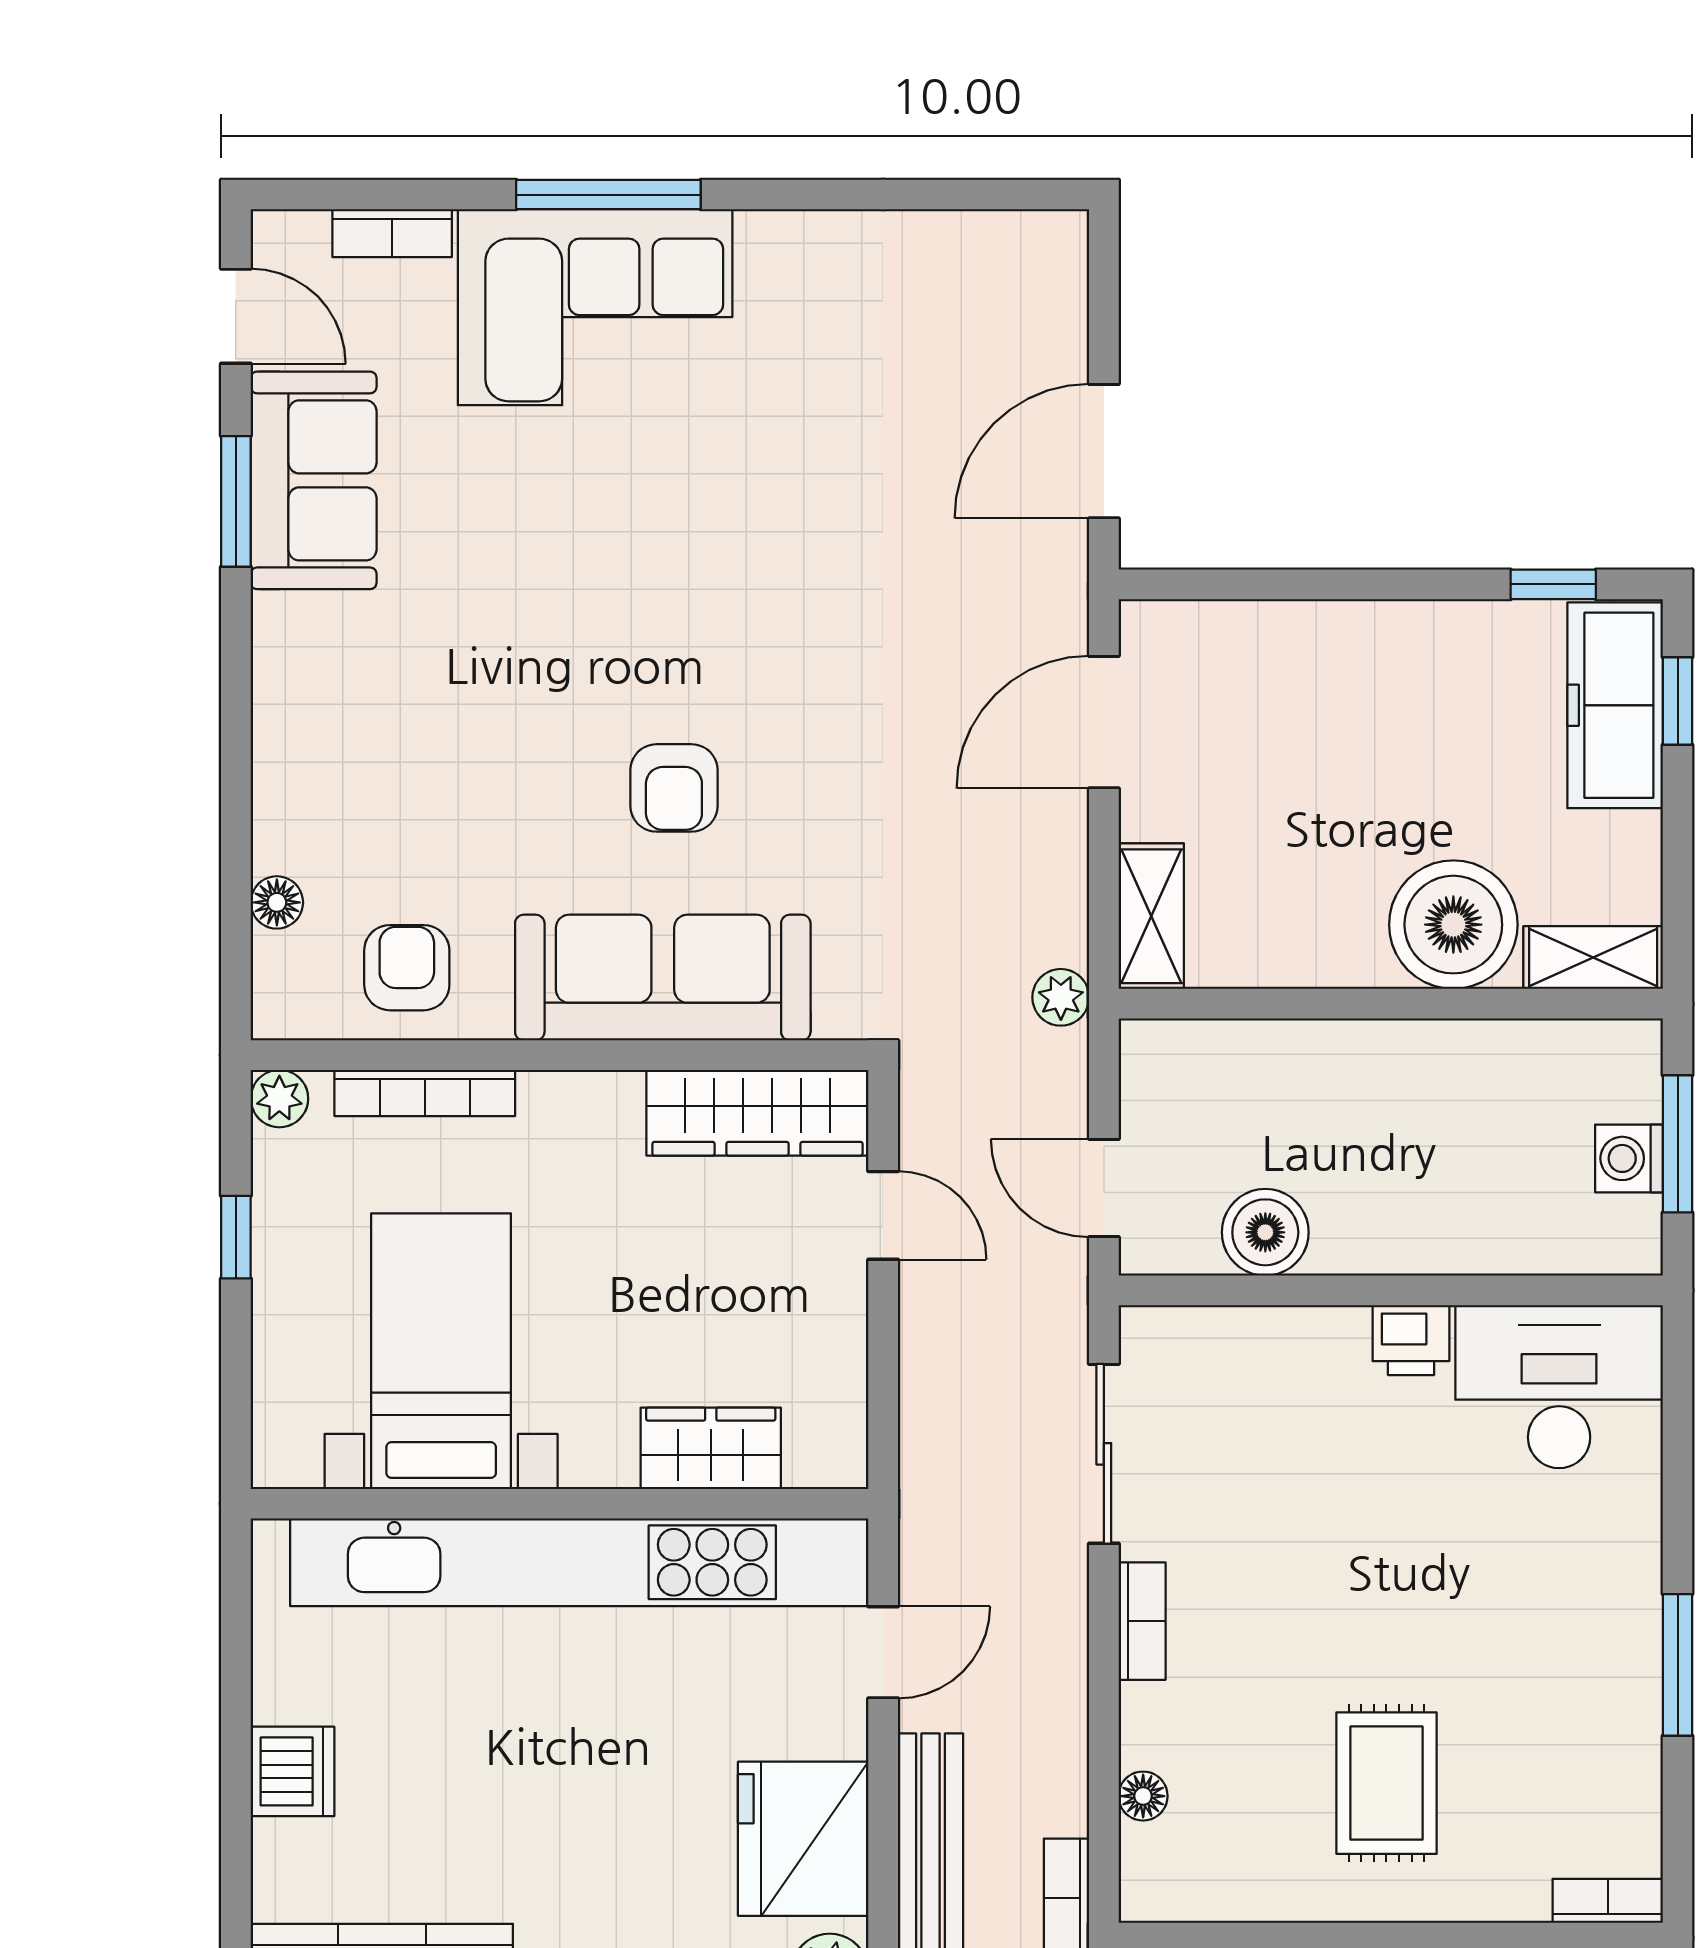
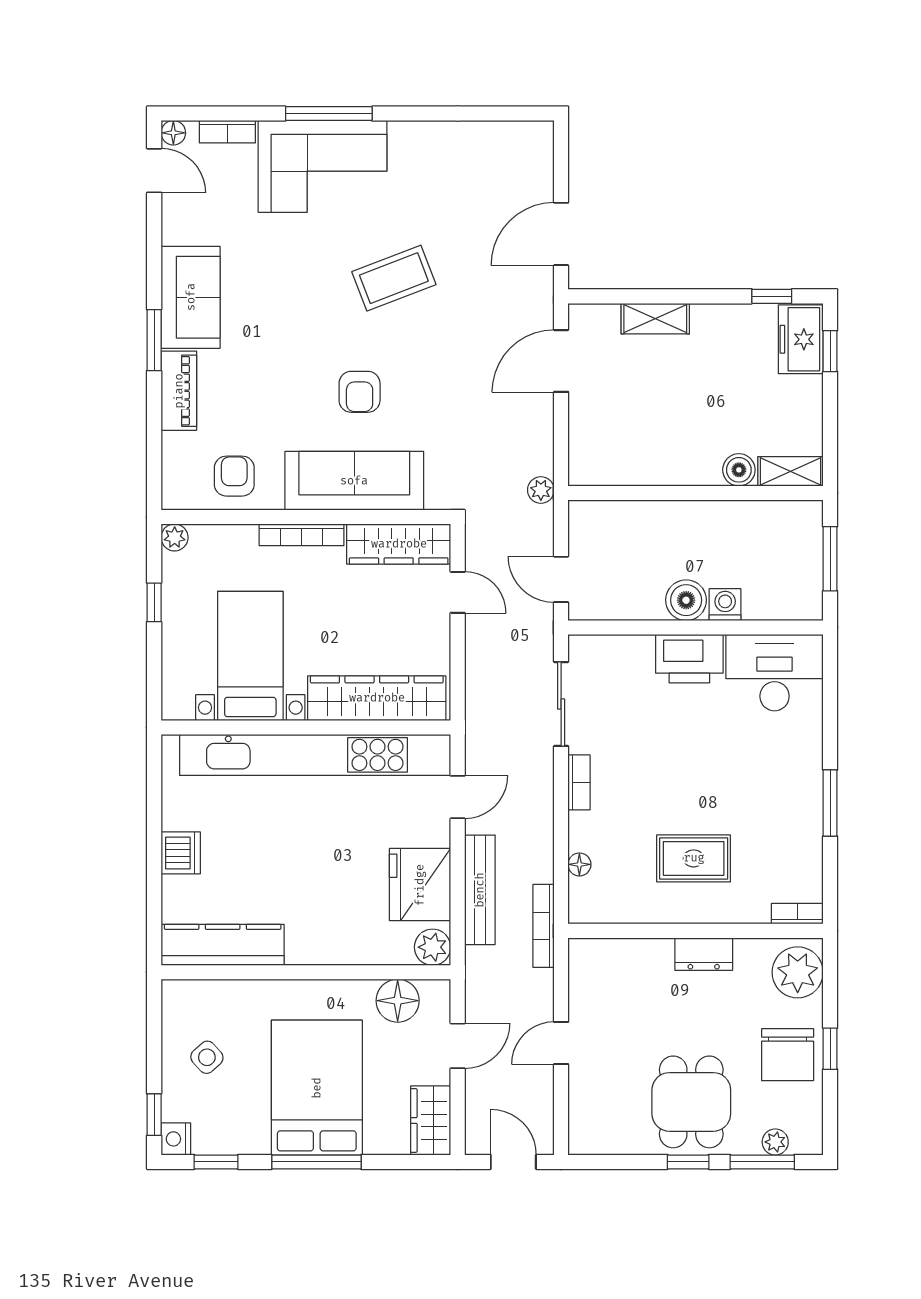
sofa: (314, 480) -> (191, 297), moved
window: (236, 501) -> (154, 340), moved
coffee table: (747, 545) -> (394, 278), added
freezer: (1615, 705) -> (801, 339), width x0.71
piano: (289, 786) -> (179, 391), added
floor lamp: (277, 902) -> (173, 133), moved
shelving: (1151, 916) -> (655, 319), moved, turned 90
boiler: (1453, 925) -> (739, 470), width x0.54, depth x0.54
bookcase: (425, 1093) -> (302, 535), moved
washing machine: (1629, 1158) -> (725, 605), moved, turned 90
boiler: (1265, 1232) -> (686, 600), moved
printer: (1411, 1340) -> (689, 659), width x1.87, depth x1.48
wardrobe: (711, 1448) -> (377, 698), width x2.10, depth x1.17
rug: (1386, 1783) -> (694, 858), turned 90

